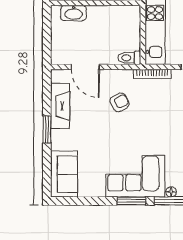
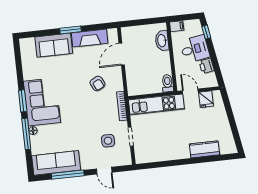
toilet: (129, 58) -> (168, 83), moved
sofa: (64, 174) -> (54, 45), moved

